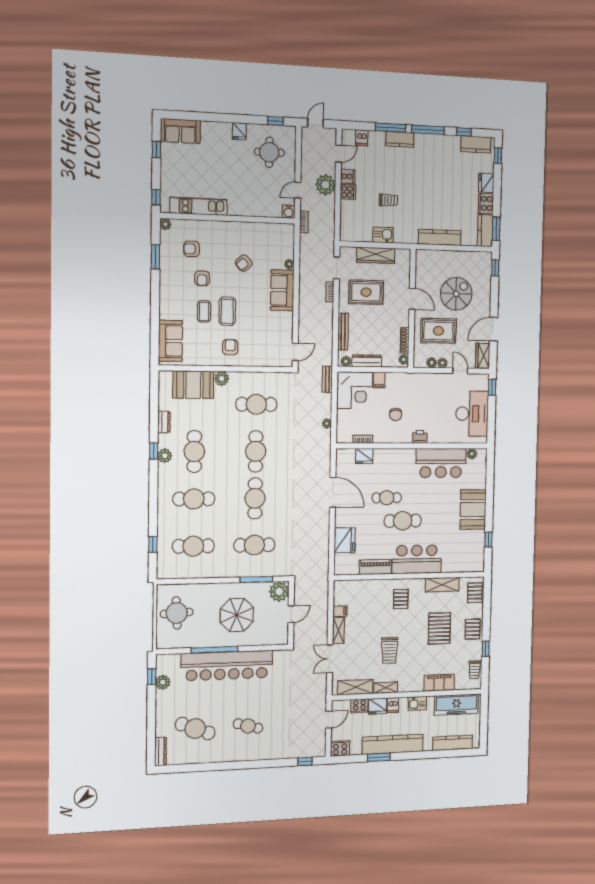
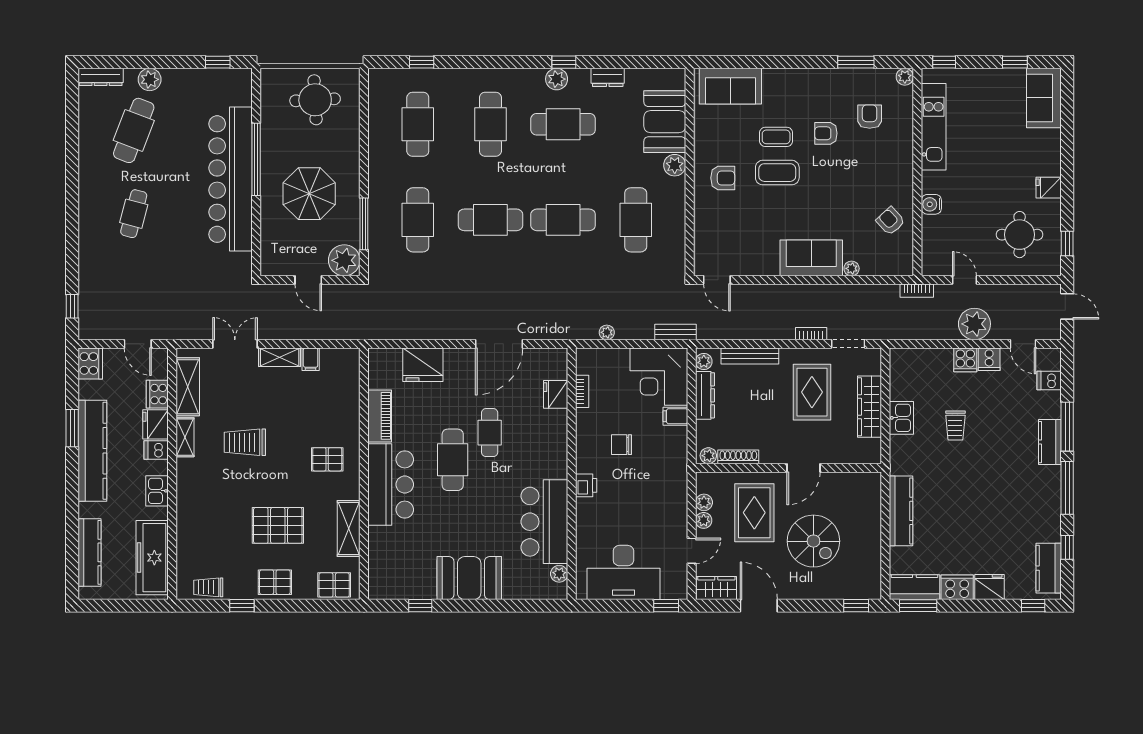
water cooler: (288, 212) -> (931, 204), moved
armchair: (244, 263) -> (890, 221), moved
plant: (163, 682) -> (150, 79), moved
filing cabinet: (439, 683) -> (189, 527), removed

